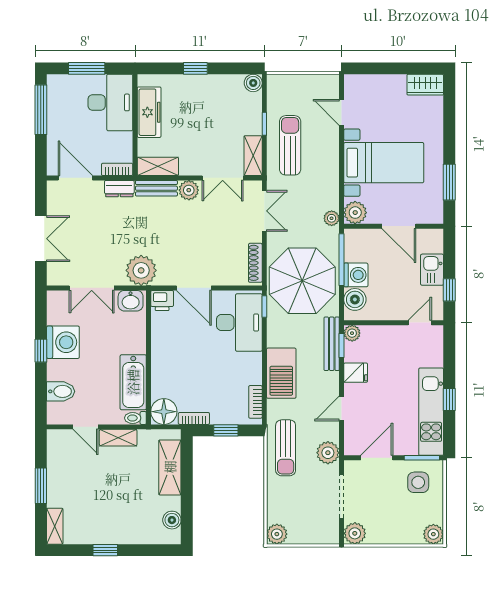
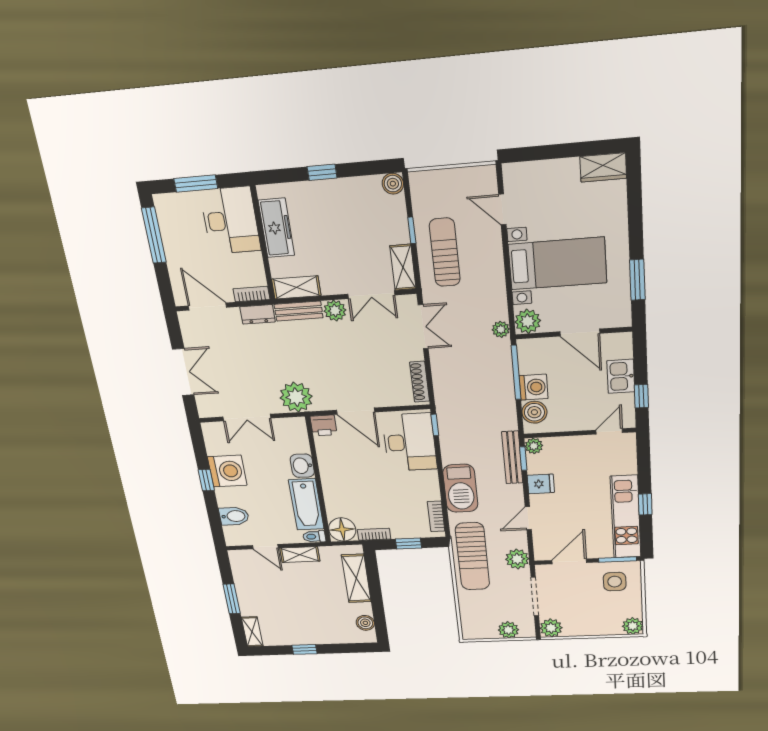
parasol: (302, 281) -> (474, 397), removed
washbasin: (131, 301) -> (302, 466), moved, turned 90
sun lounger: (286, 448) -> (472, 556), width x1.36, depth x1.34
plant: (277, 534) -> (508, 630), moved

